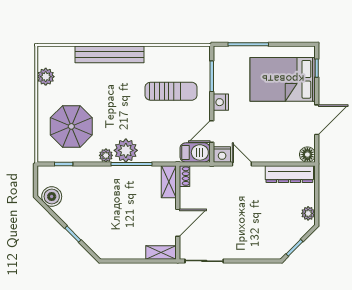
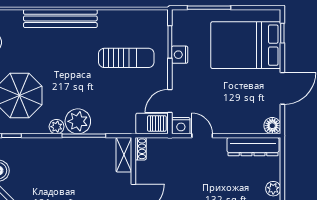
nightstand: (221, 102) -> (180, 55), moved

